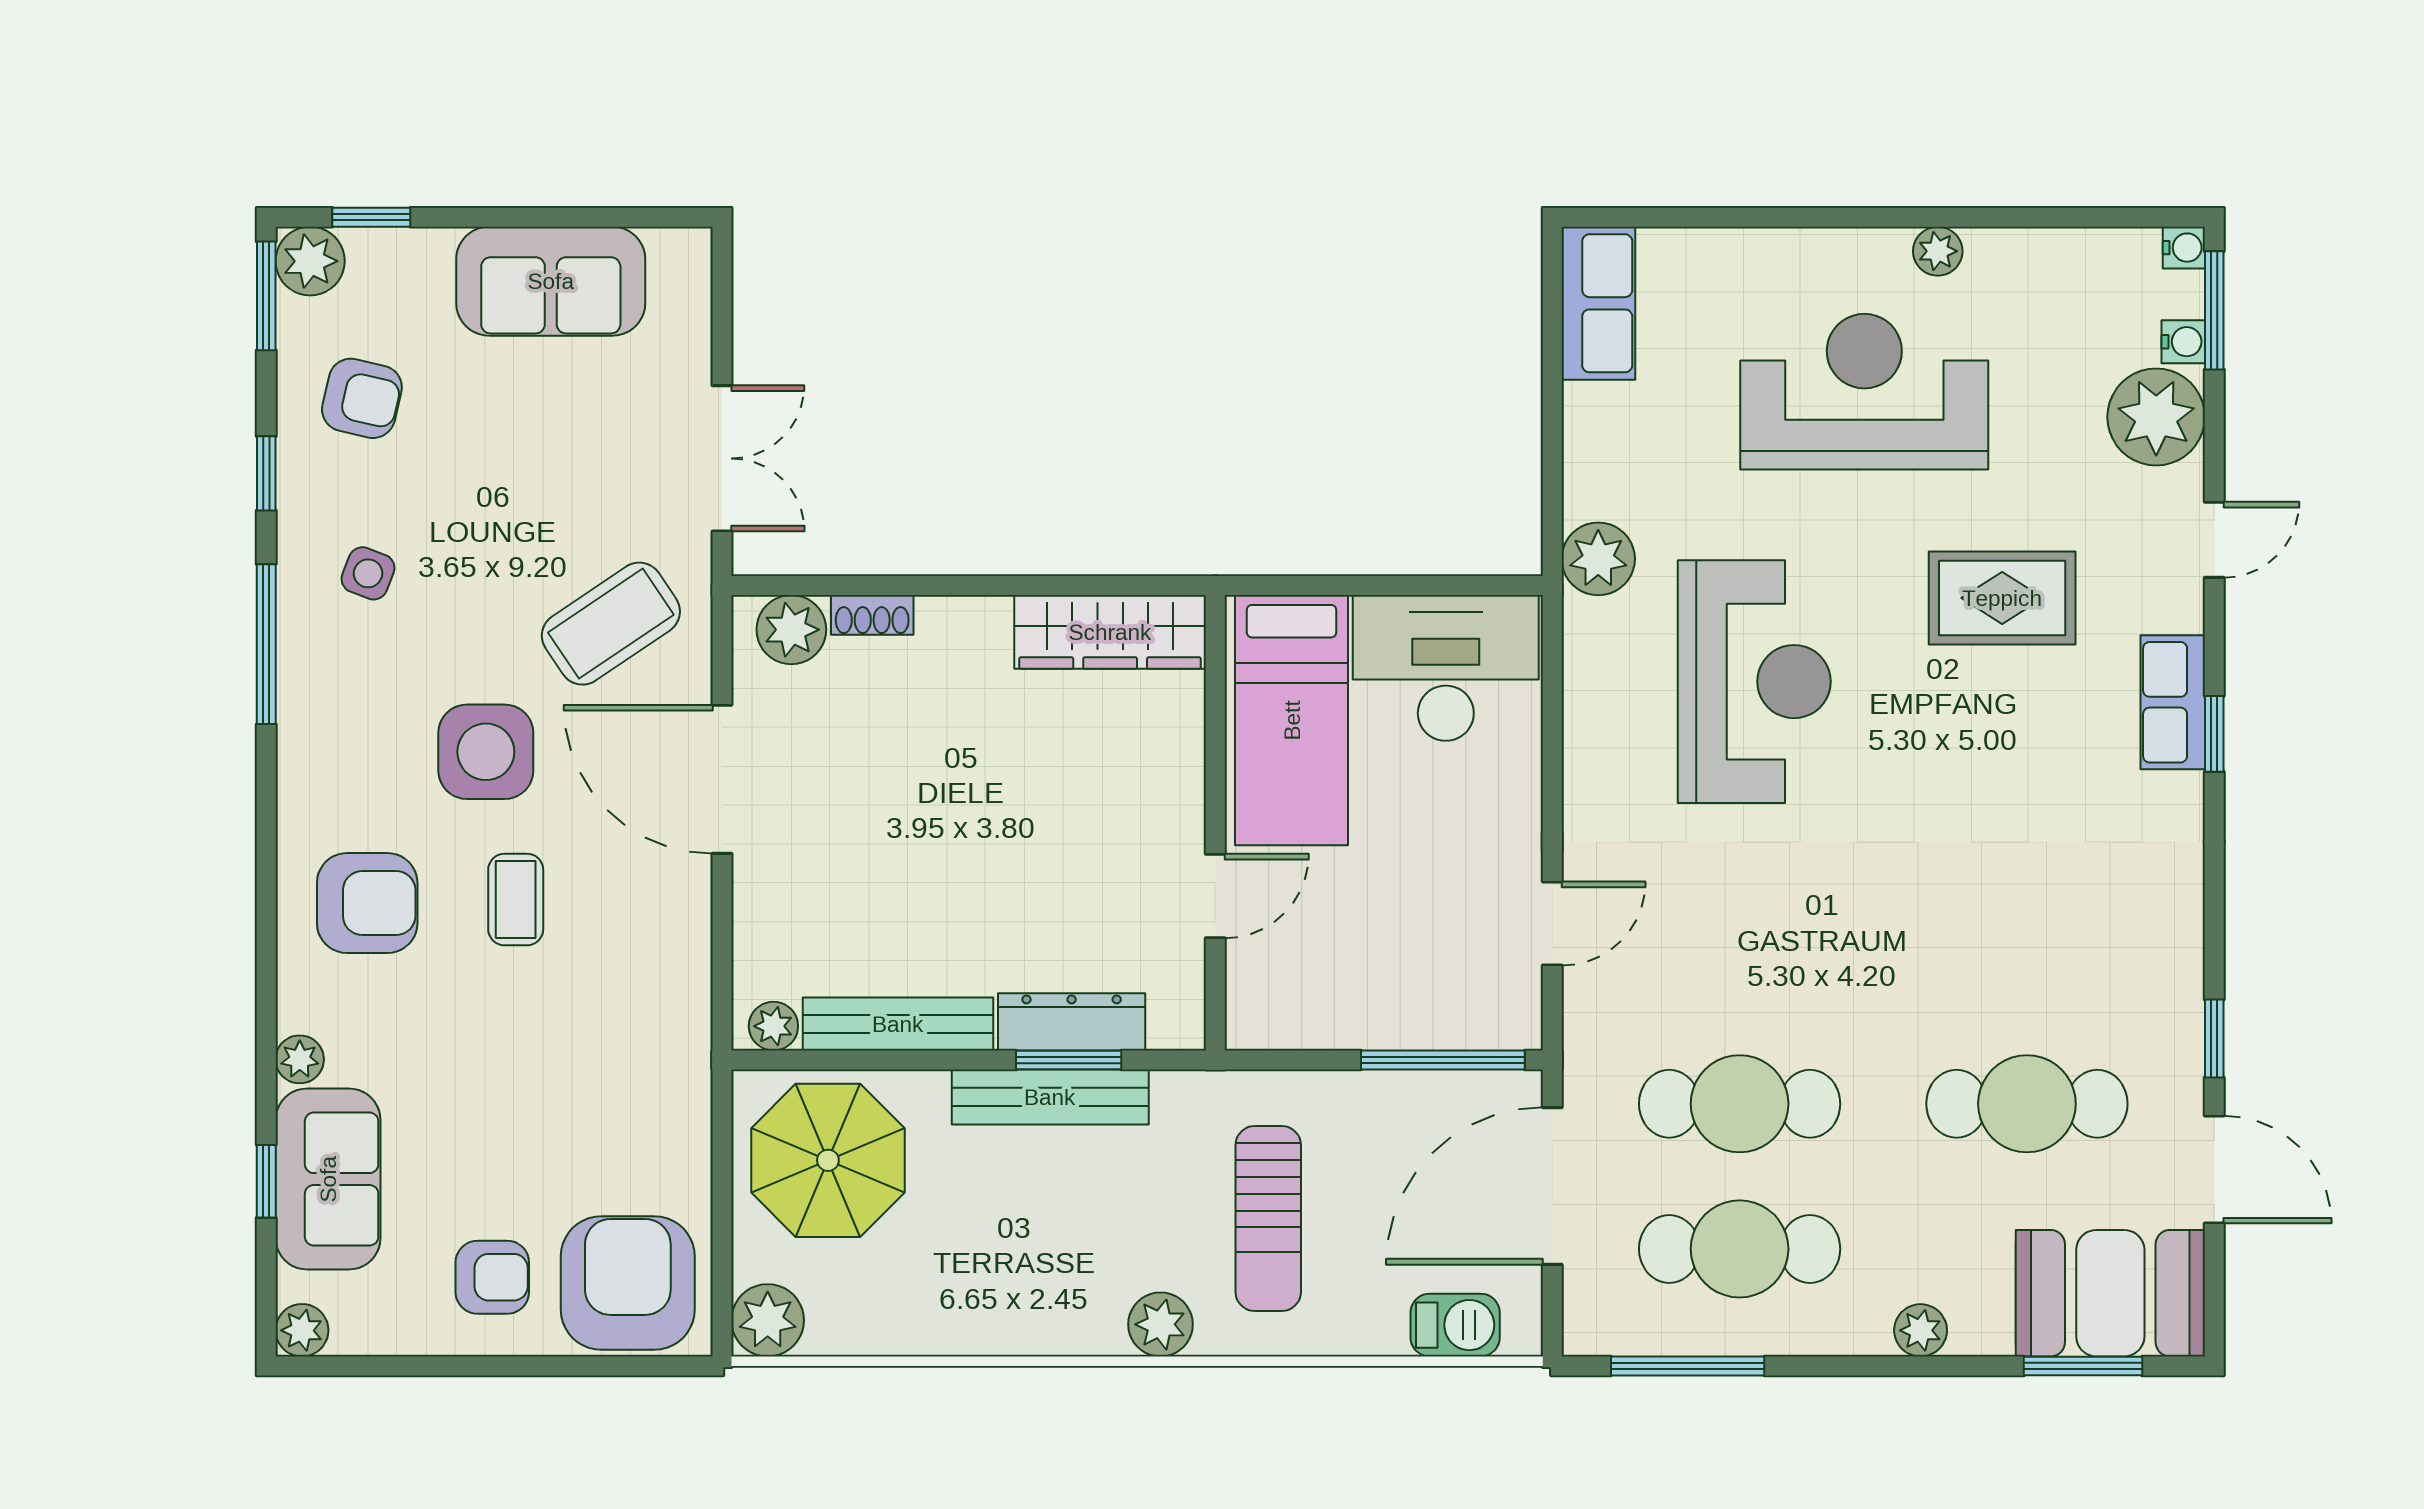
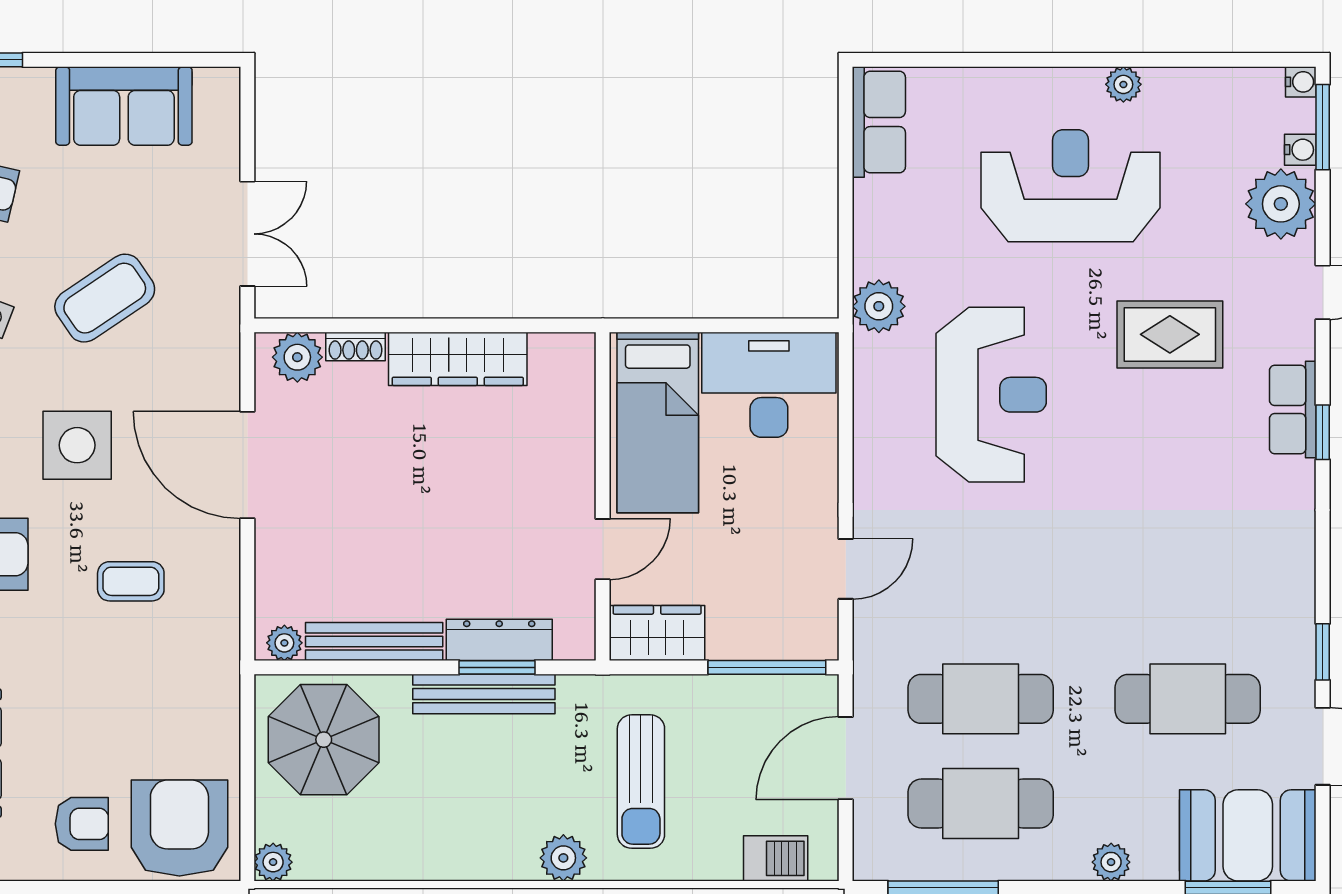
coffee table: (611, 624) -> (105, 298), moved
wardrobe: (1110, 632) -> (458, 359), moved
coffee table: (516, 900) -> (131, 581), moved, turned 90
wardrobe: (1291, 1012) -> (657, 633), added
door: (1552, 1186) -> (846, 758), width x0.73
plant: (768, 1320) -> (273, 862), width x0.73, depth x0.73

